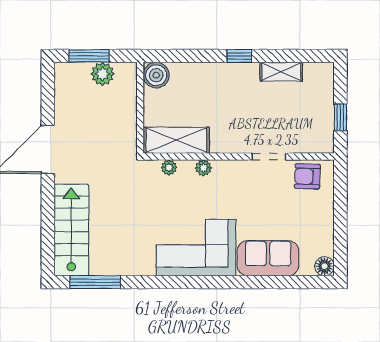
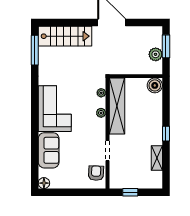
shelving: (176, 140) -> (117, 106), width x1.47

